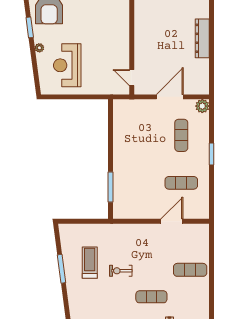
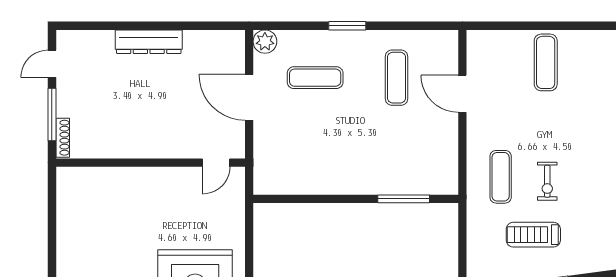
exercise mat: (151, 297) -> (501, 177), moved

